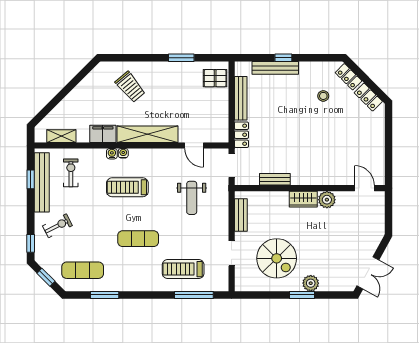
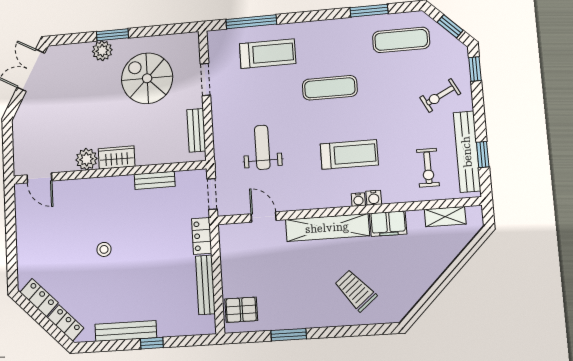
bench: (275, 68) -> (126, 331), moved
stool: (323, 96) -> (104, 249), moved

